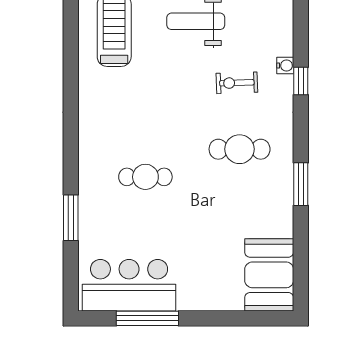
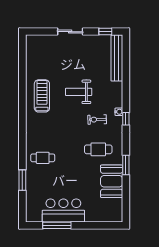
cafe table: (145, 177) -> (43, 158), moved
booth: (269, 275) -> (112, 181), moved
bar counter: (129, 285) -> (63, 210), moved

